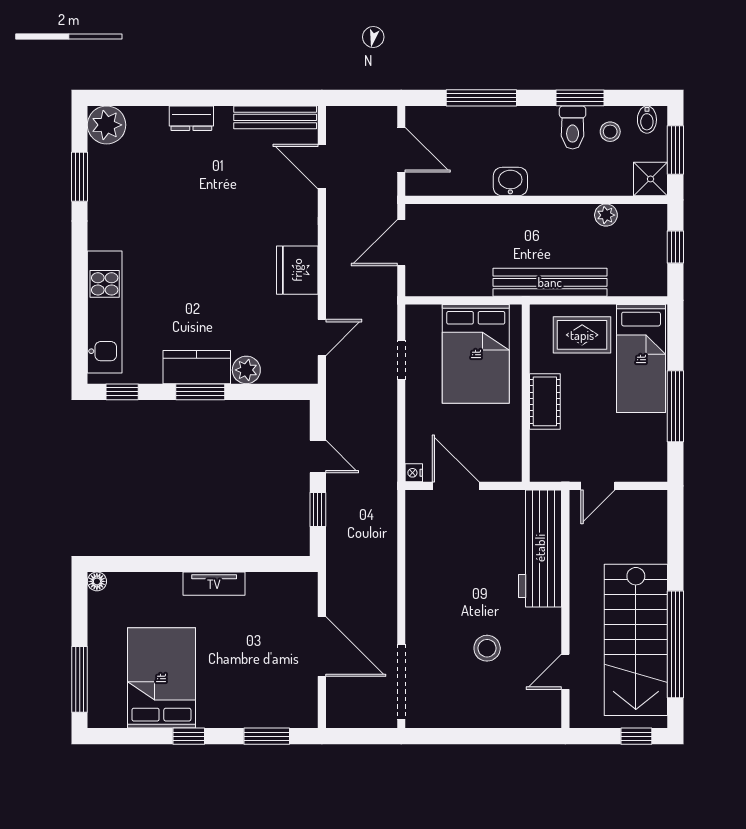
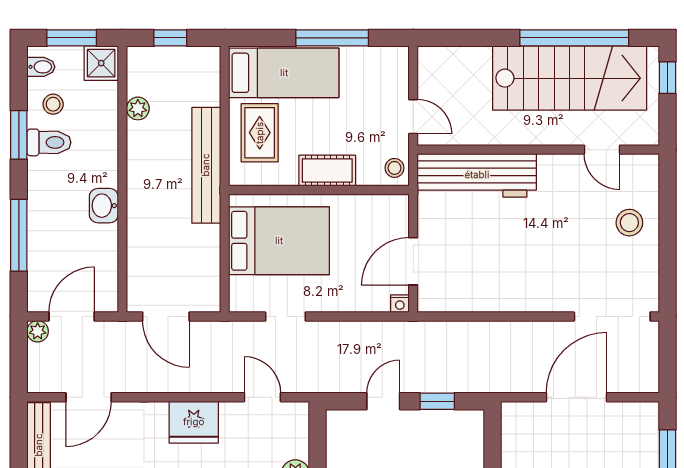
plant: (387, 116) -> (38, 331), added
stool: (547, 468) -> (395, 168), added
stool: (487, 648) -> (629, 223), moved

